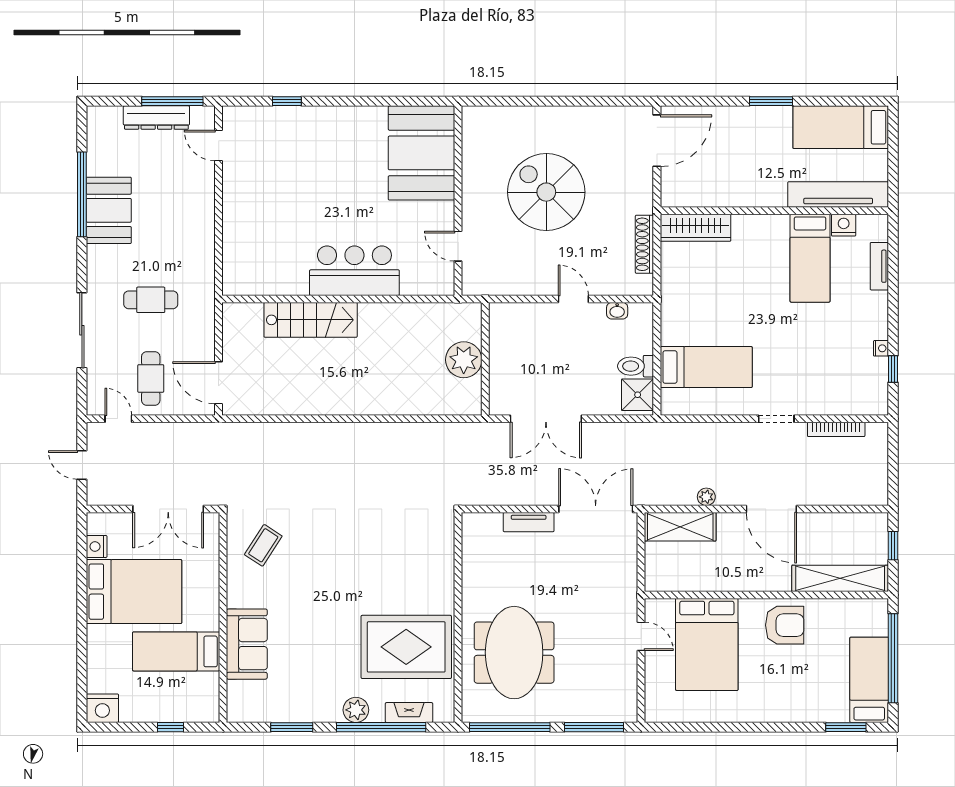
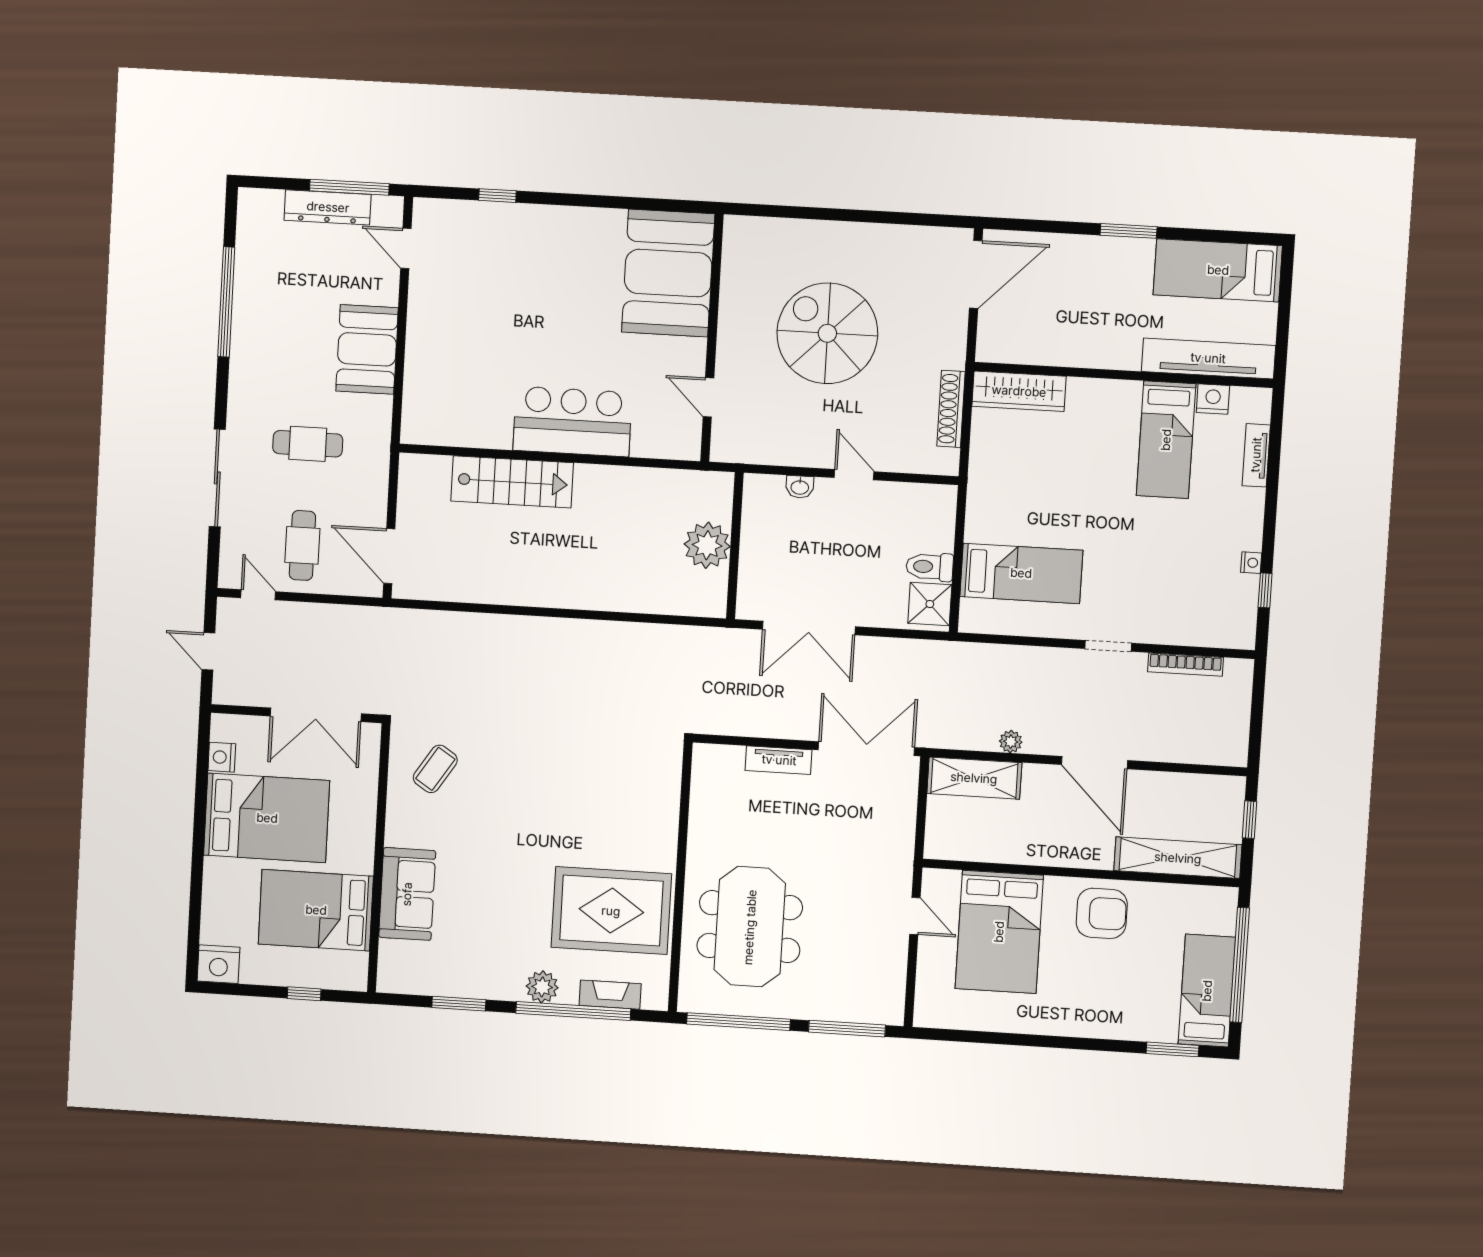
booth: (109, 210) -> (367, 349), moved
washbasin: (617, 311) -> (800, 487), moved
bed: (176, 651) -> (316, 910), width x1.50

